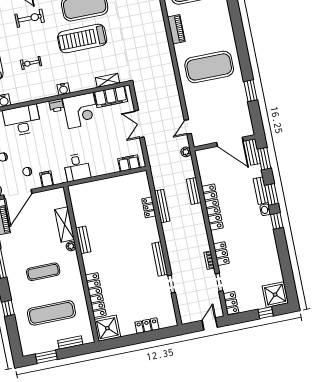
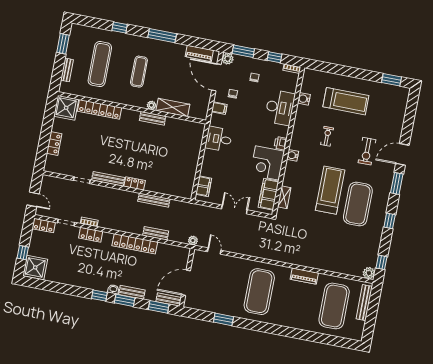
locker: (149, 207) -> (135, 183), moved

